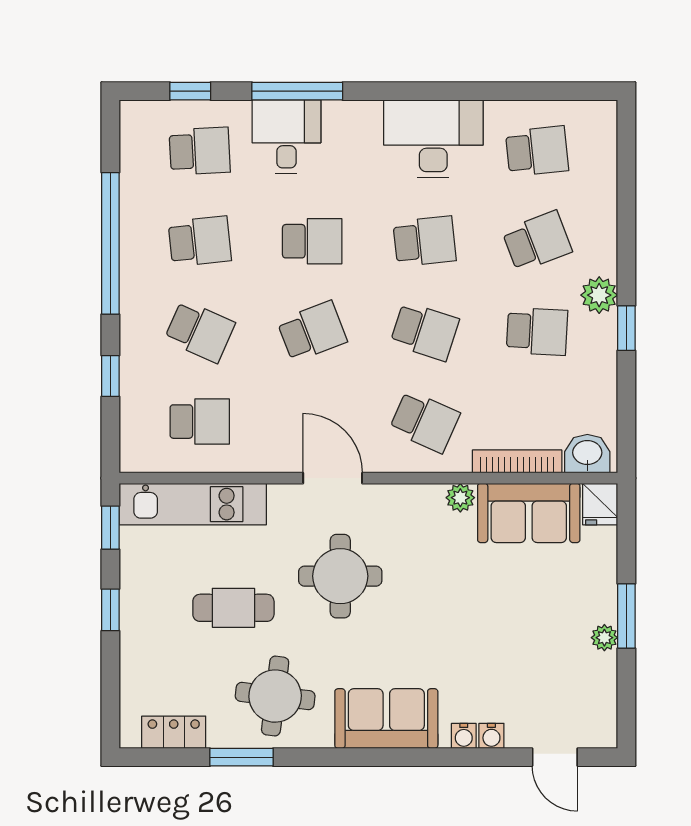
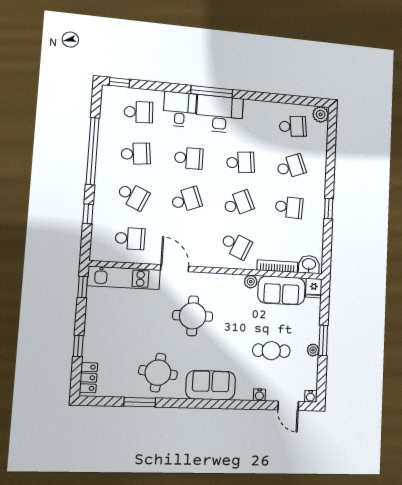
window: (190, 91) -> (119, 82), moved
window: (297, 91) -> (212, 92), moved
desk: (433, 139) -> (220, 114), moved
plant: (599, 295) -> (321, 114), moved
school desk: (425, 331) -> (238, 204), turned -42
door: (333, 478) -> (175, 268), moved
cafe table: (233, 608) -> (271, 351), moved
window: (110, 610) -> (78, 346), moved
locker: (174, 732) -> (89, 378), moved, turned 90
water cooler: (464, 736) -> (310, 396), moved

